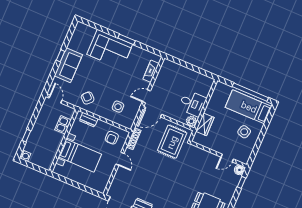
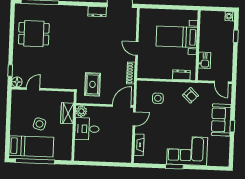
side table: (244, 132) -> (39, 124), moved
armchair: (112, 138) -> (152, 66), removed
rug: (172, 142) -> (92, 84), width x0.73, depth x0.70

